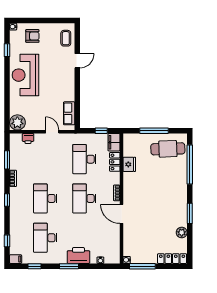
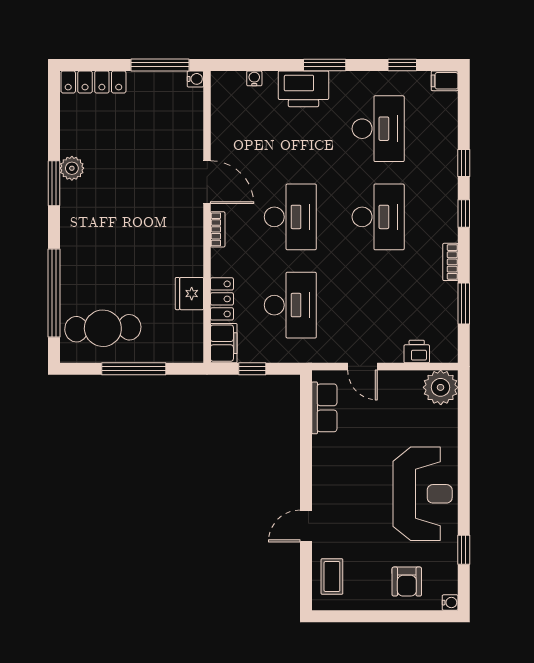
armchair: (32, 36) -> (407, 582), turned -90
plant: (182, 233) -> (72, 168), moved
window: (7, 241) -> (464, 163), moved

